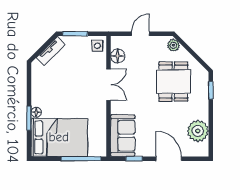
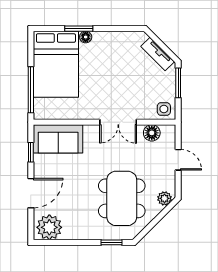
dining table: (173, 82) -> (122, 198), width x1.38
plant: (198, 131) -> (49, 227), moved

